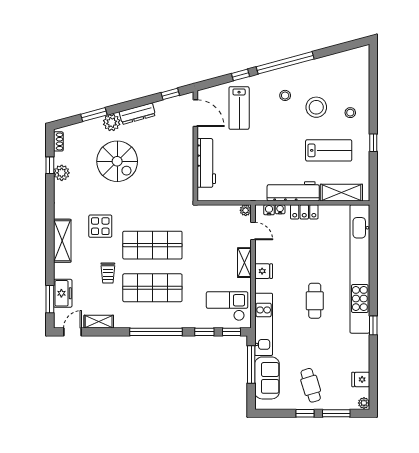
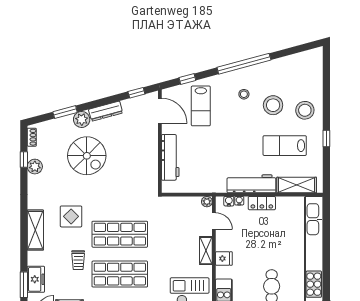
window: (240, 75) -> (187, 79), moved
stool: (350, 113) -> (305, 110), width x1.89, depth x1.89
lab bench: (329, 150) -> (285, 146), turned 180

